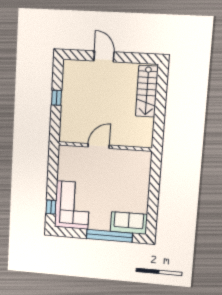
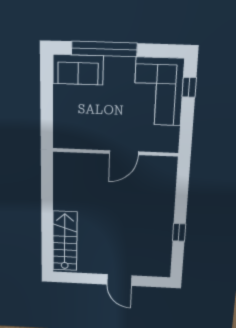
door: (99, 146) -> (124, 153), moved
wall: (105, 147) -> (115, 152), moved

